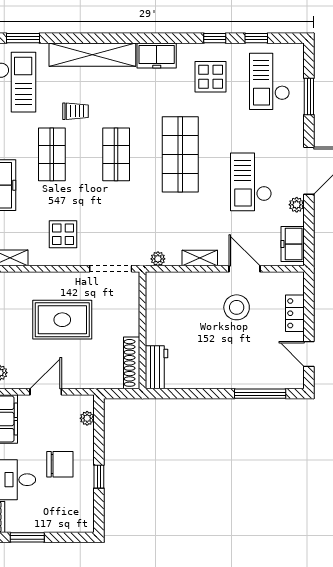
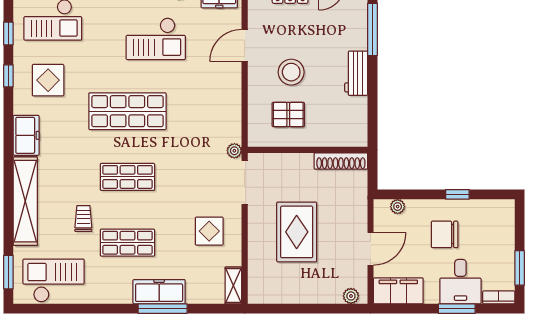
shelving: (200, 258) -> (234, 91), removed
plant: (158, 259) -> (234, 151), moved
stool: (237, 307) -> (291, 72), moved
pallet: (177, 311) -> (288, 114), added
workbench: (157, 367) -> (356, 73), moved, turned -90
door: (46, 392) -> (371, 249), swing flipped
chair: (60, 464) -> (445, 234), turned -90

